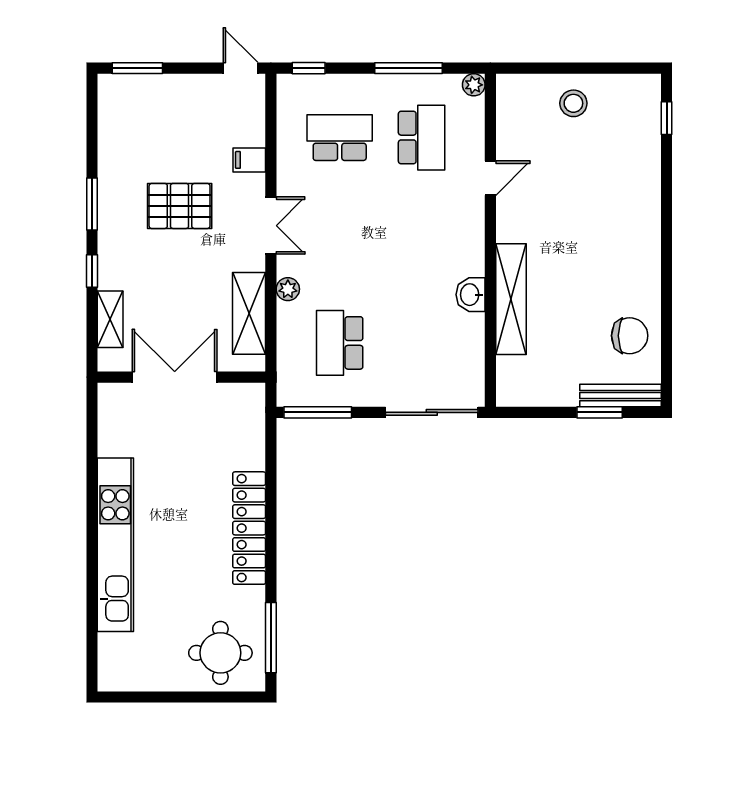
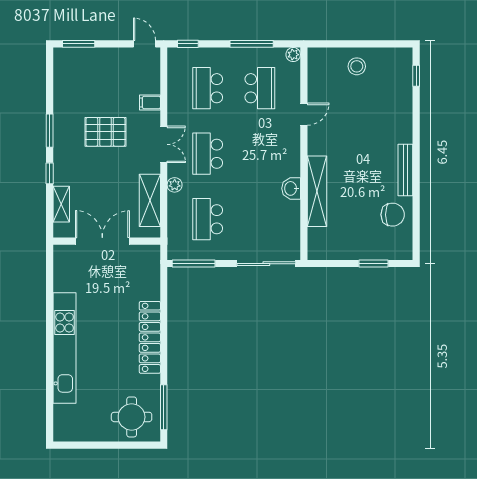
school desk: (340, 138) -> (208, 88), turned -90
school desk: (340, 240) -> (208, 154), added
bench: (620, 396) -> (405, 170), moved, turned 90

